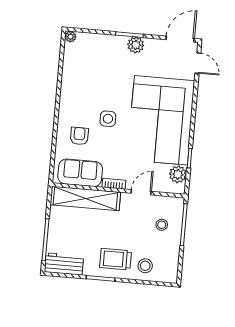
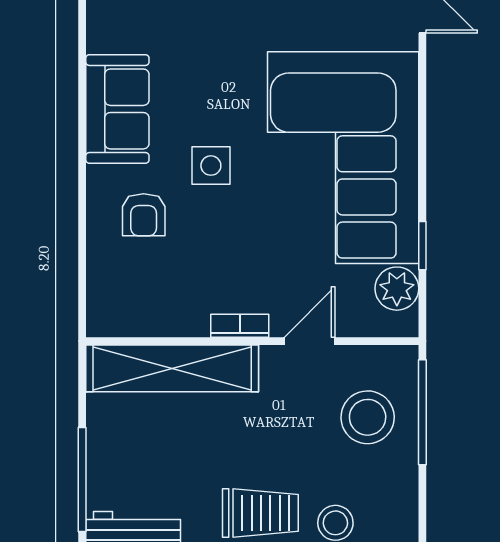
armchair: (79, 136) -> (144, 215), turned 180
sofa: (80, 173) -> (117, 109), moved, turned 90
stool: (162, 225) -> (368, 417), width x1.89, depth x1.89
trolley: (116, 259) -> (260, 513), turned 180

